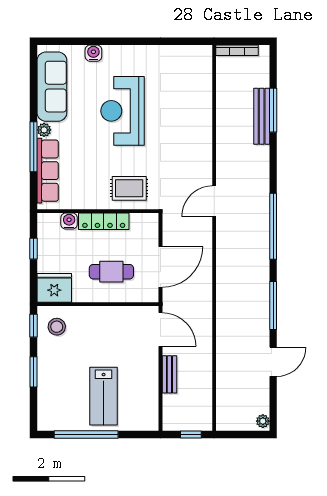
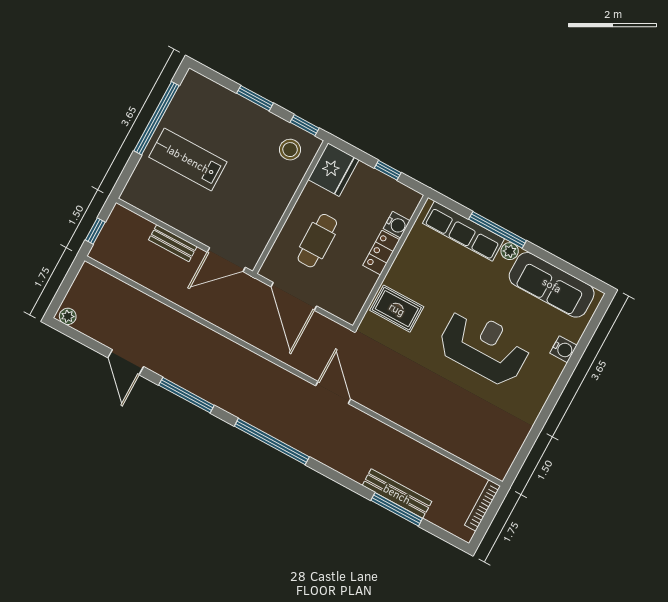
rug: (129, 188) -> (397, 309), turned 90
locker: (104, 221) -> (381, 253), width x0.66

